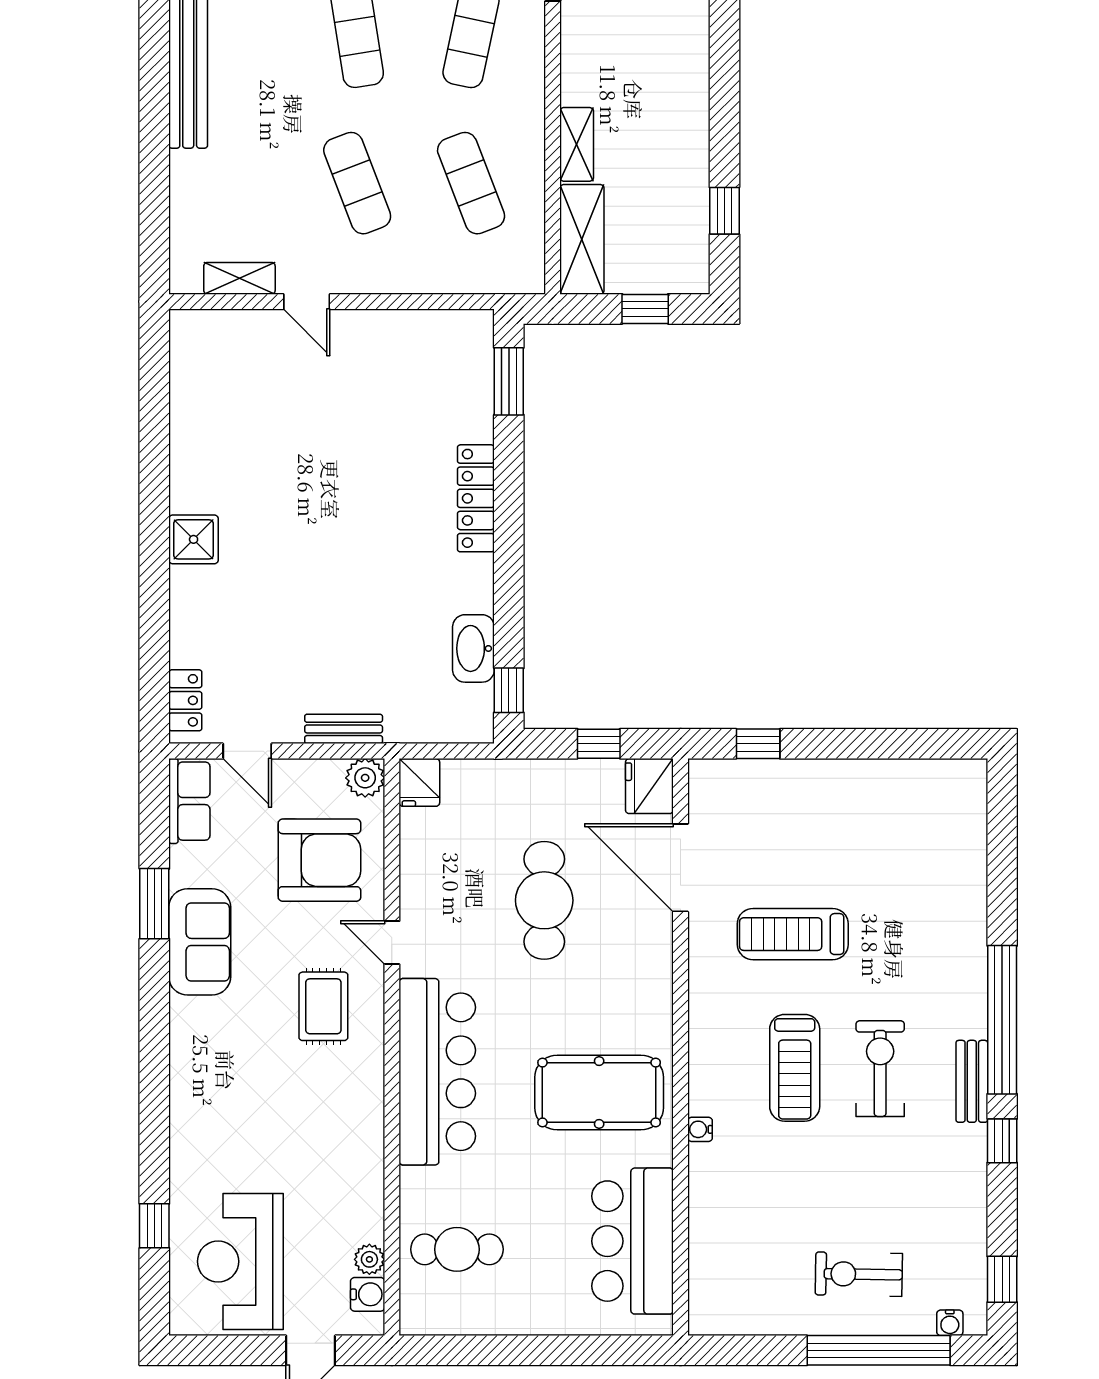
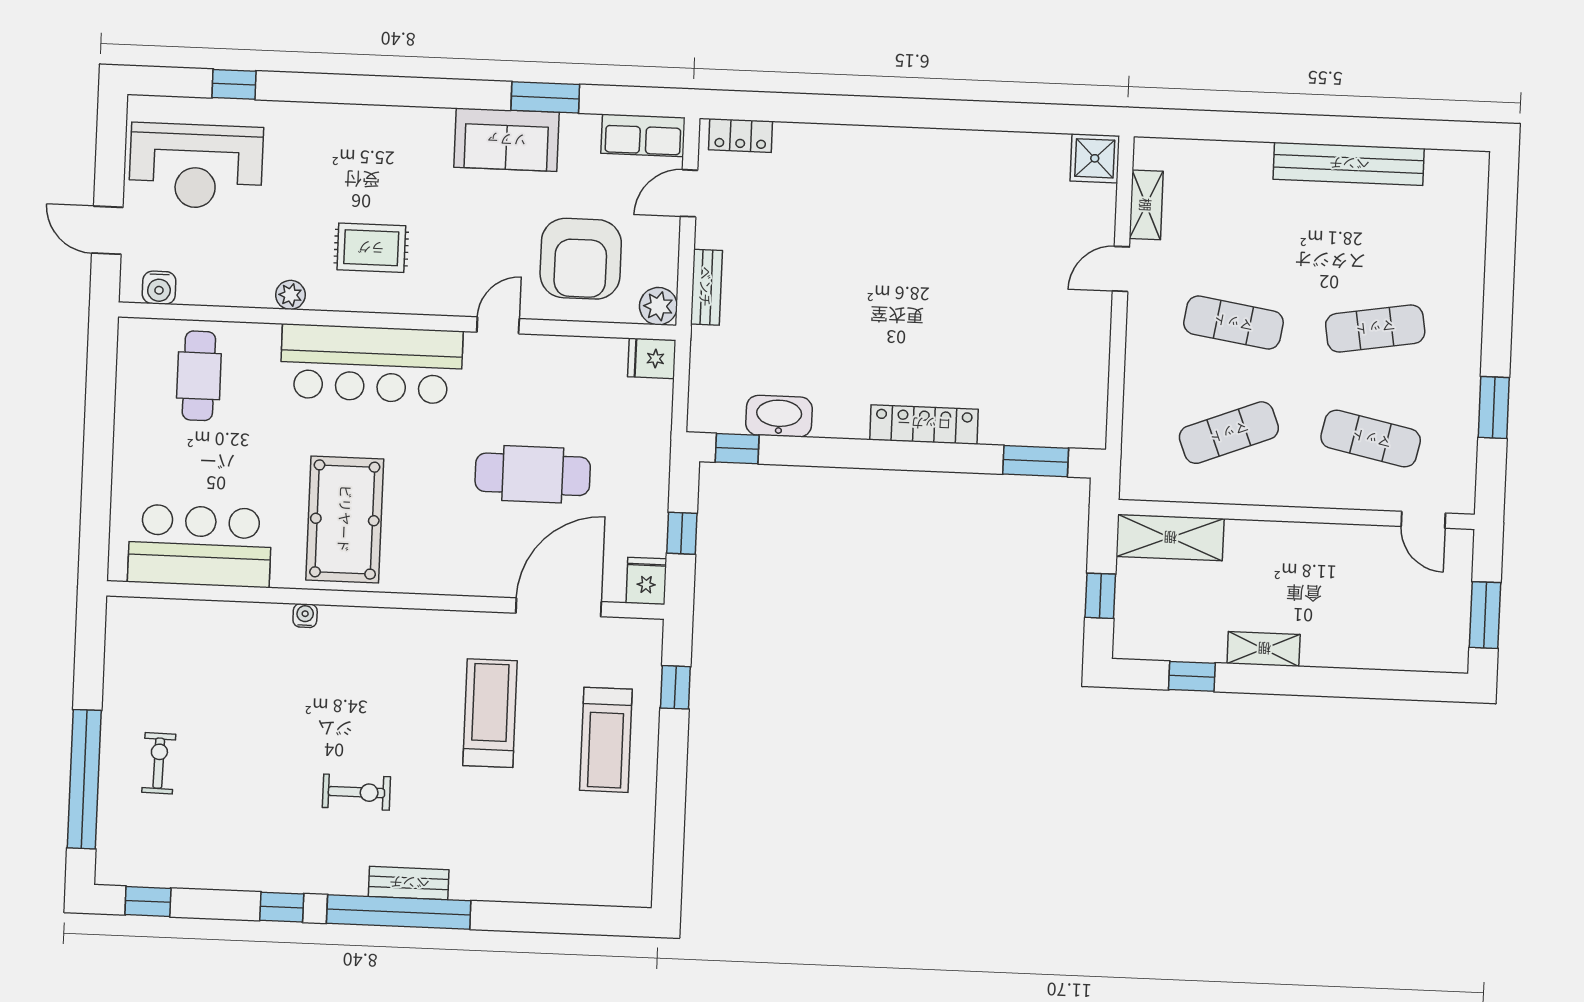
shelving: (577, 144) -> (1264, 649), moved
exercise mat: (357, 183) -> (1233, 323), turned 30
shower: (194, 539) -> (1095, 158), moved
fridge: (649, 786) -> (646, 581), width x0.72
rug: (323, 1006) -> (371, 248), moved
treadmill: (795, 1068) -> (606, 740), moved, turned -90
exercise bike: (880, 1069) -> (356, 792), width x0.73, depth x0.72
bench: (972, 1081) -> (409, 883), moved
plant: (369, 1259) -> (290, 295), moved
reception desk: (240, 1261) -> (196, 166), turned 180
exercise bike: (859, 1274) -> (159, 763), width x0.73, depth x0.72
water cooler: (950, 1323) -> (108, 849), removed

